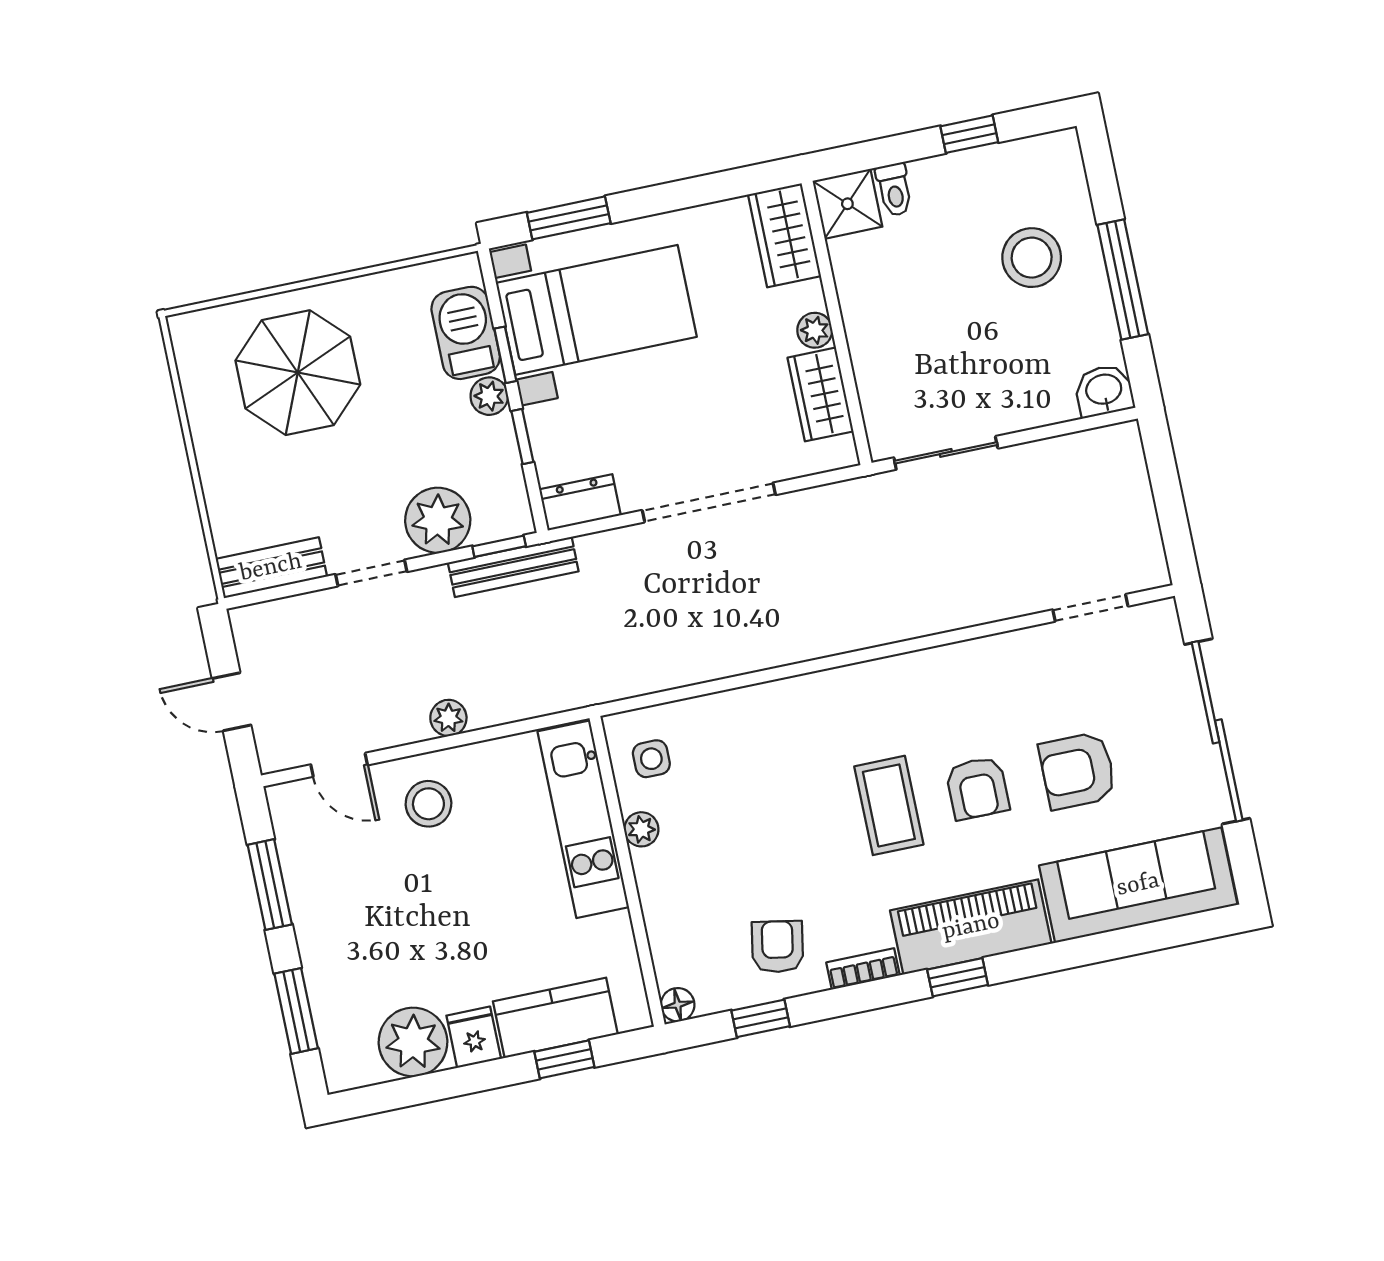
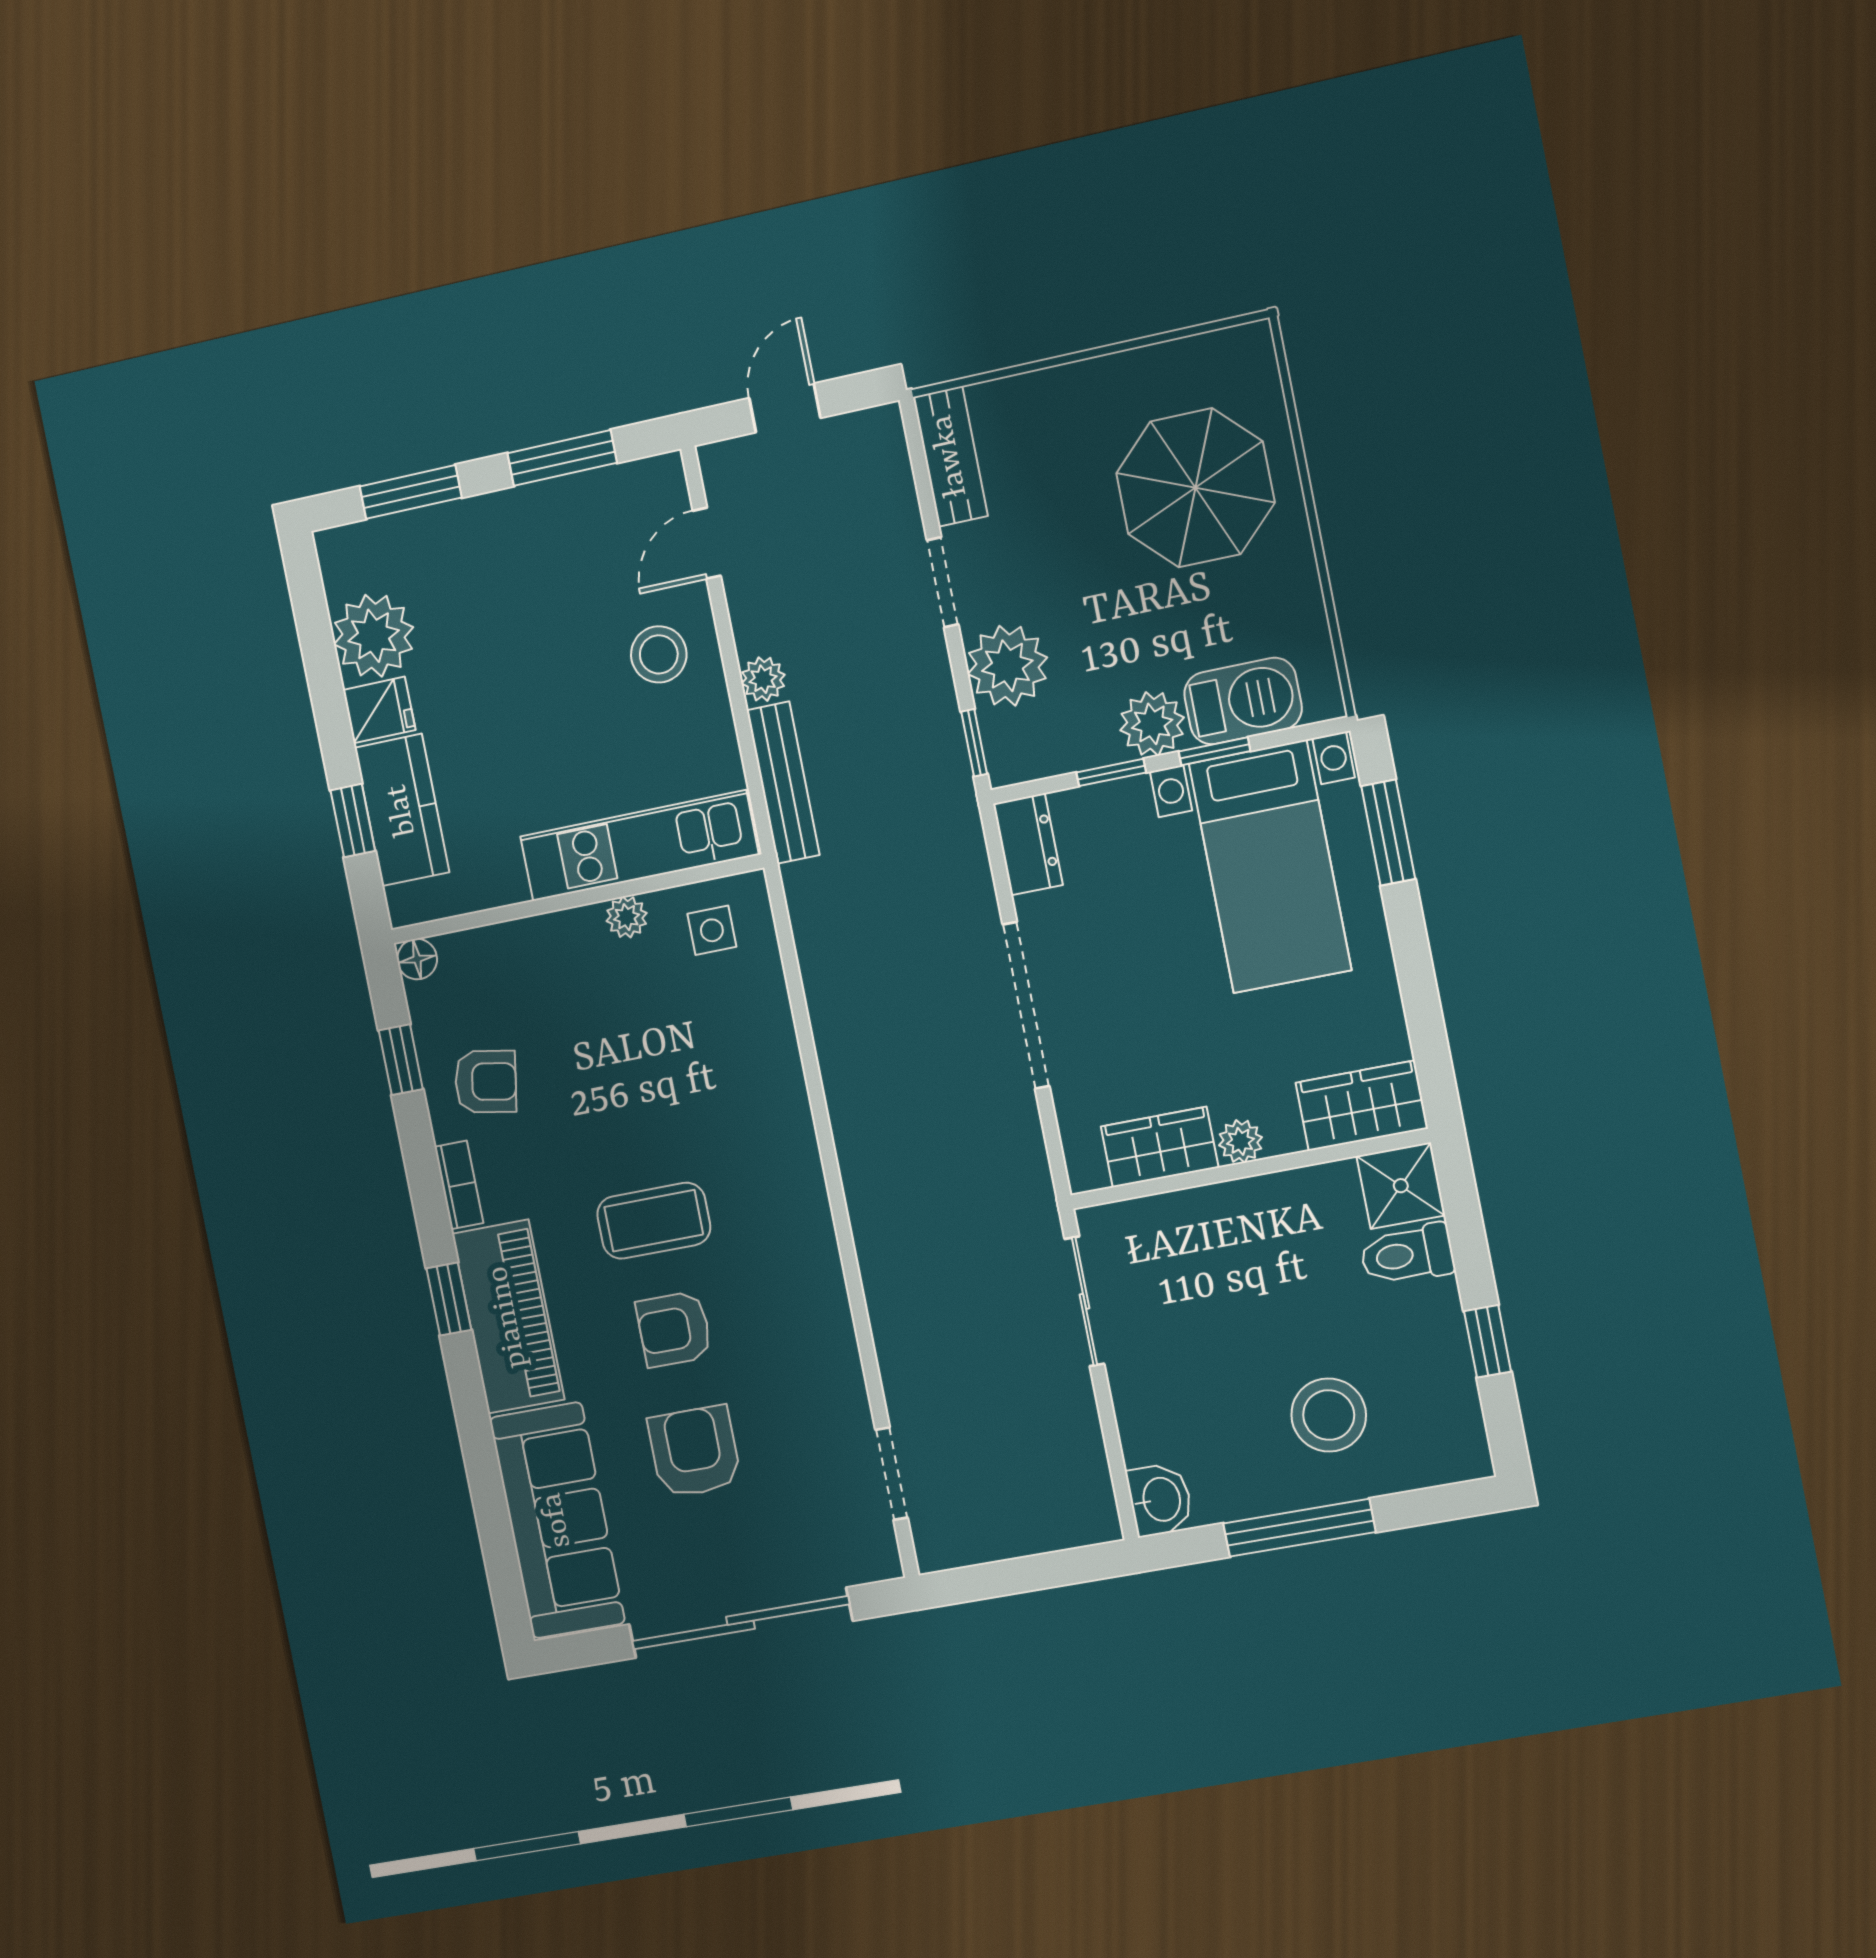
toilet: (894, 190) -> (1407, 1254), width x1.37, depth x1.39
plant: (489, 396) -> (1152, 724), width x1.38, depth x1.38
bench: (513, 567) -> (783, 783), moved

